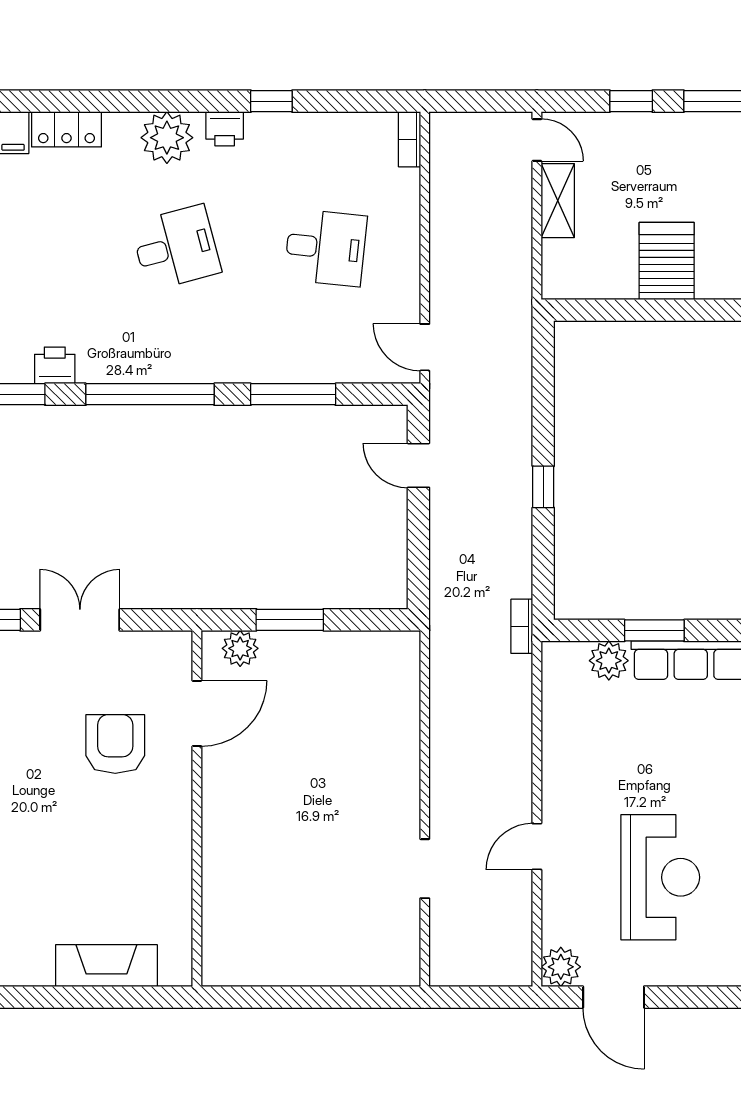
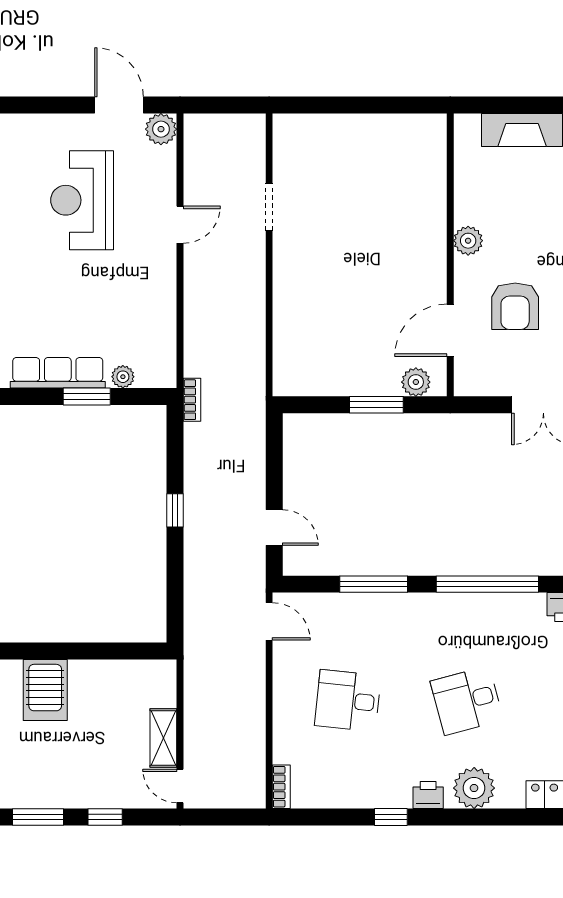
server rack: (667, 261) -> (45, 690), moved
plant: (609, 661) -> (123, 377), width x0.73, depth x0.73
plant: (174, 826) -> (468, 241), added

